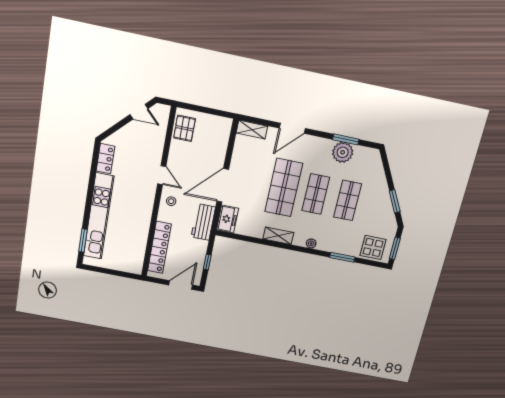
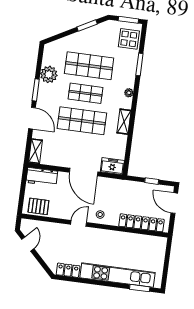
window: (346, 139) -> (36, 90), moved
shop shelf: (347, 200) -> (89, 66), width x1.43, depth x1.36
workbench: (203, 222) -> (42, 177), moved

